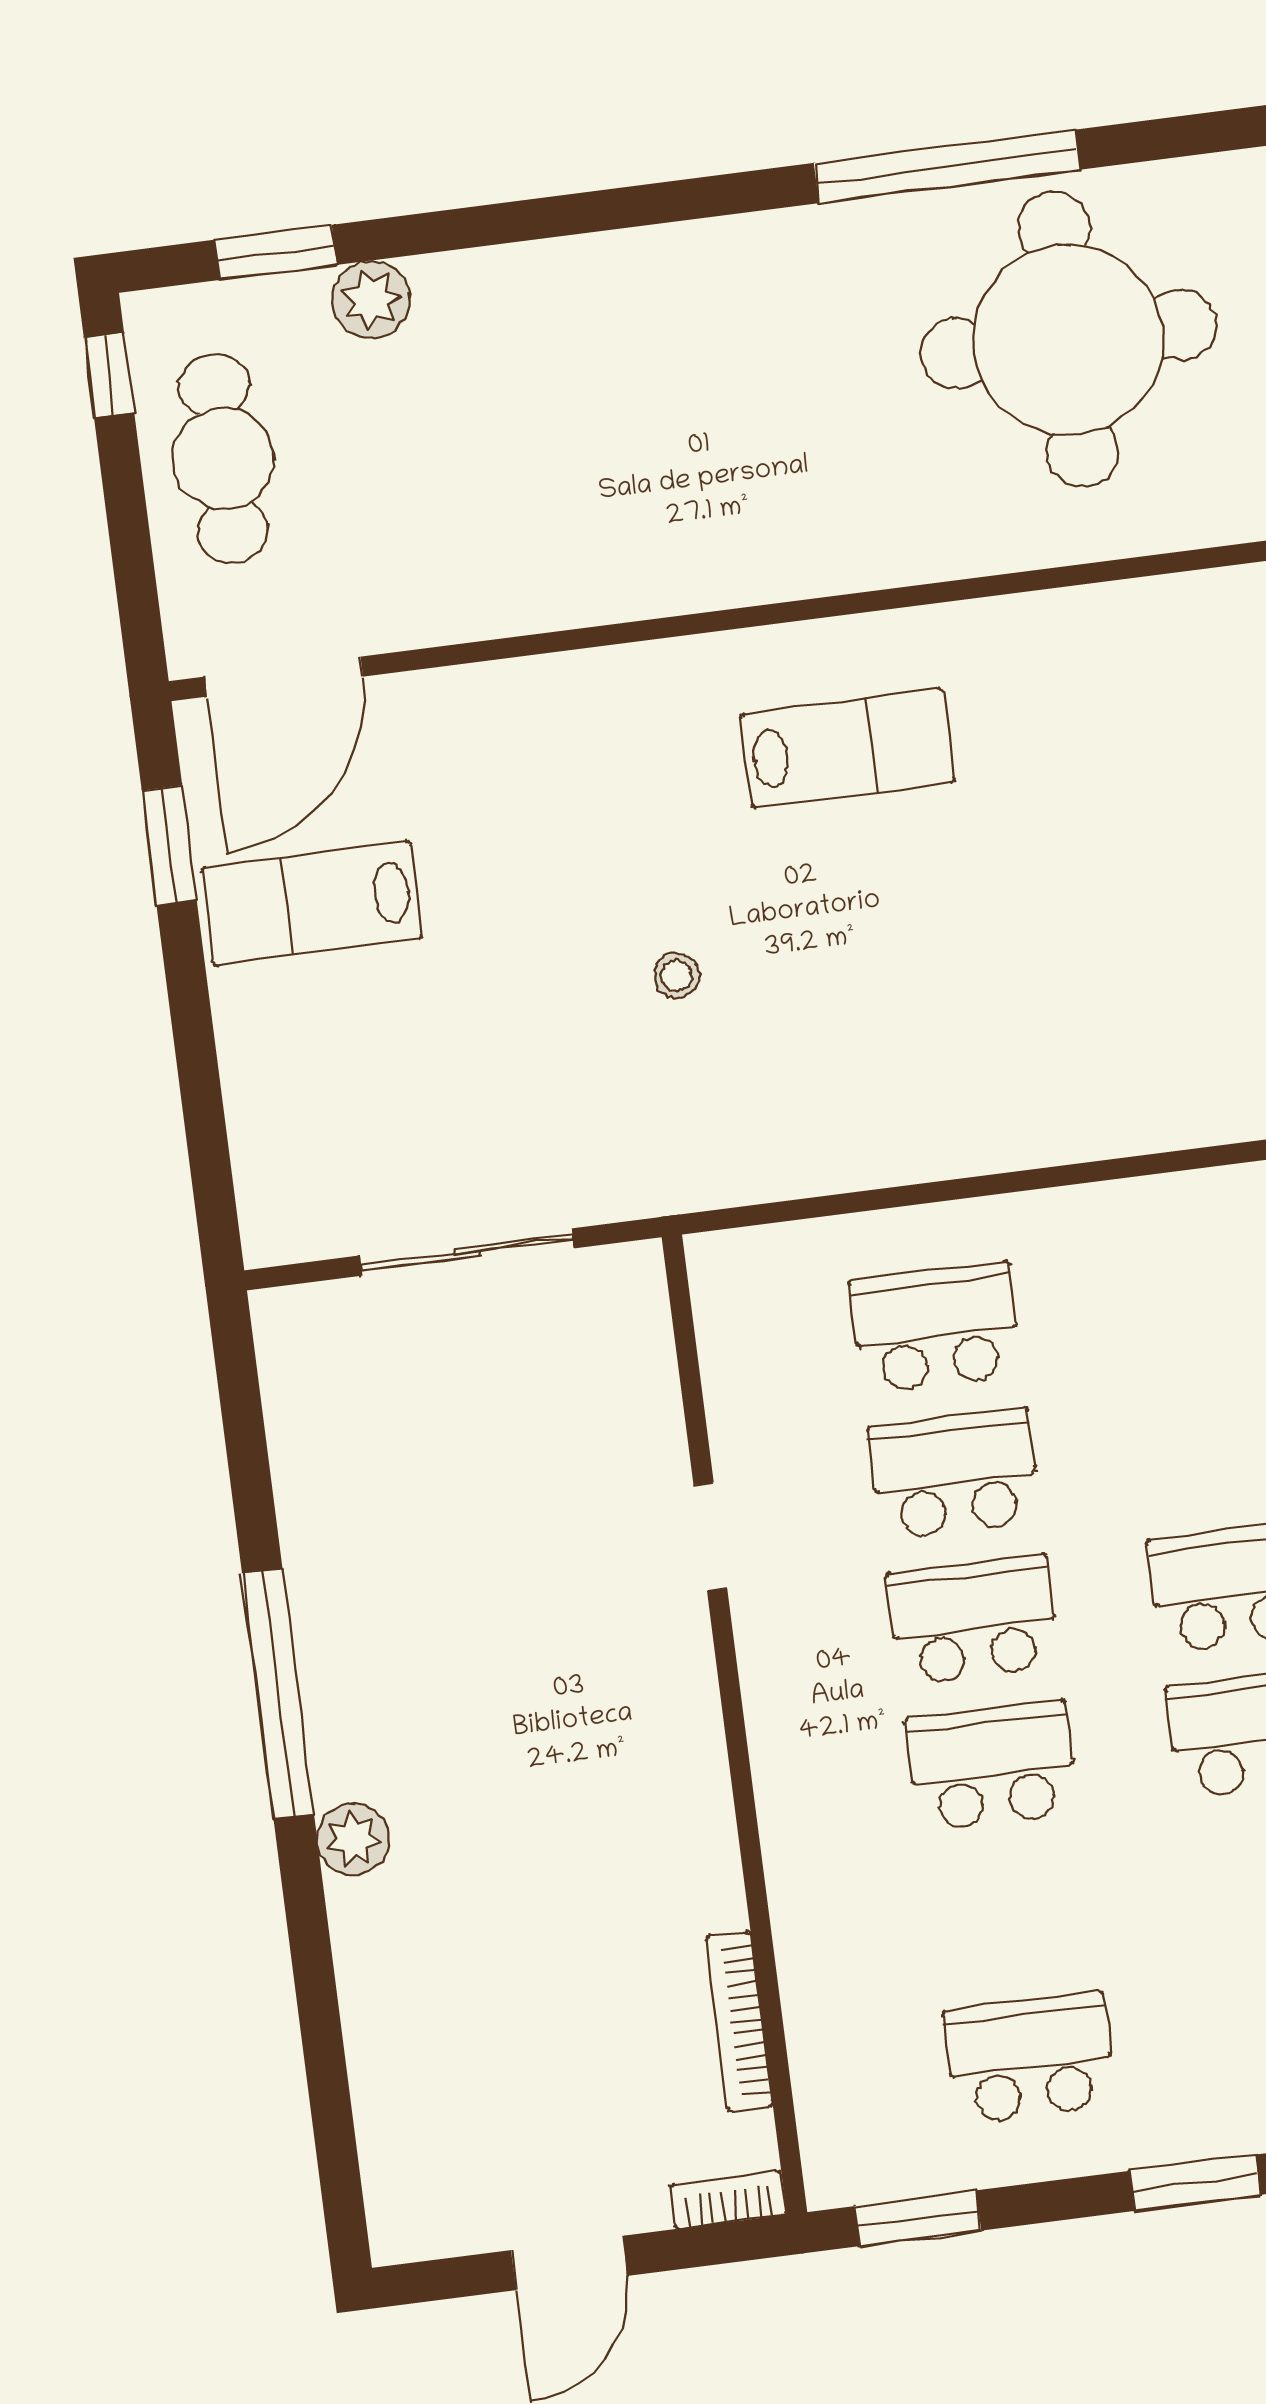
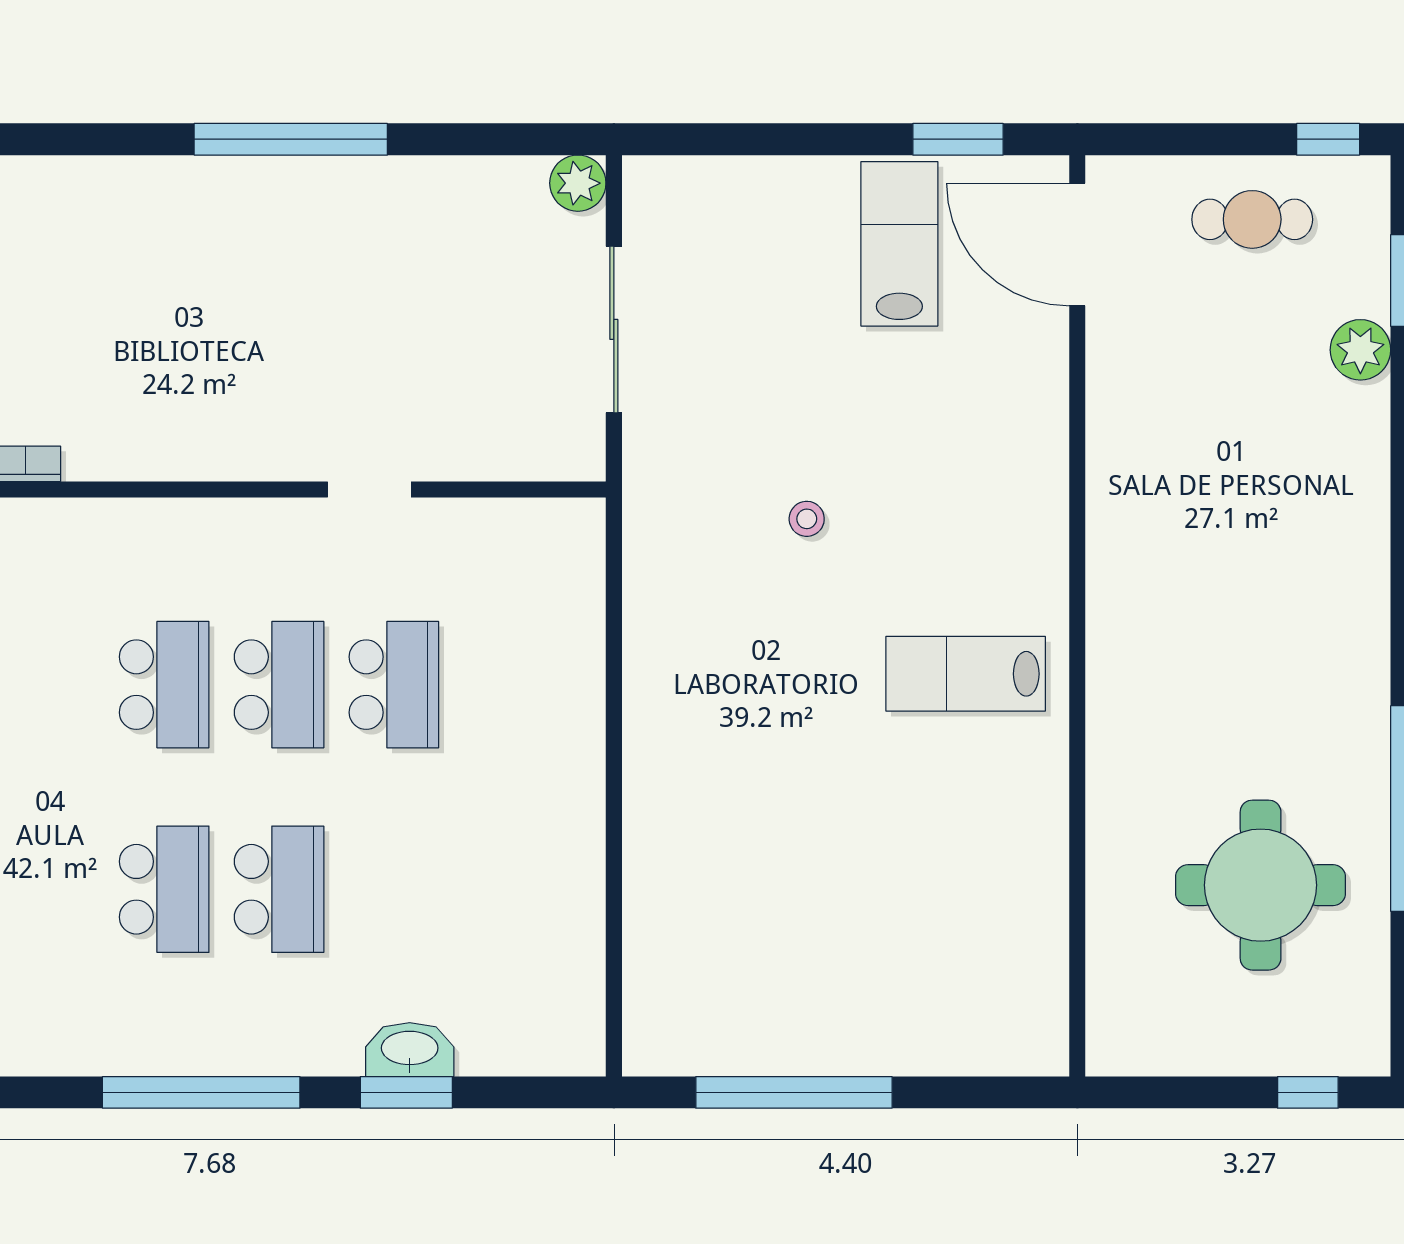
round table: (1068, 339) -> (1261, 885), width x0.73, depth x0.73
cafe table: (223, 458) -> (1252, 219), width x0.73, depth x0.74
lab bench: (848, 749) -> (966, 674), turned 90
school desk: (936, 1328) -> (509, 685), removed
plant: (353, 1839) -> (578, 183), moved

